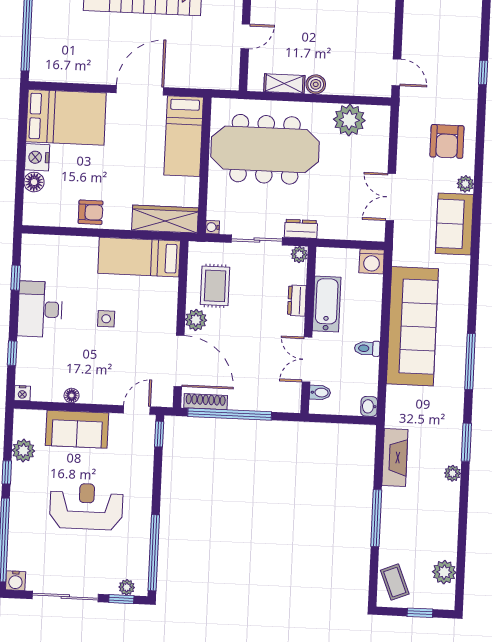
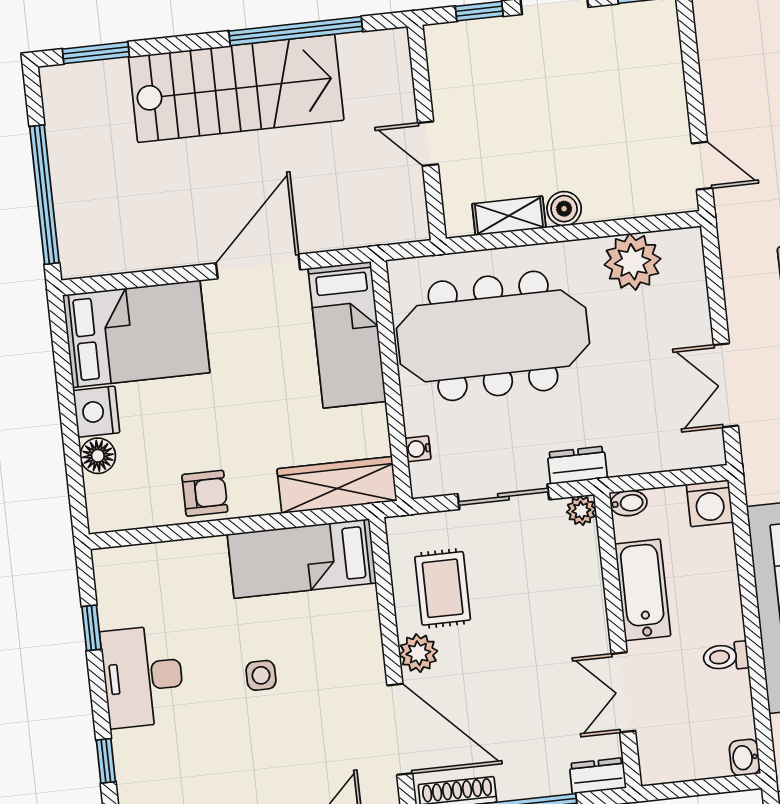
door: (245, 36) -> (428, 144), swing flipped
water cooler: (212, 227) -> (418, 449), moved
dresser: (297, 301) -> (598, 776), moved, turned 90
bidet: (320, 393) -> (629, 503), moved

